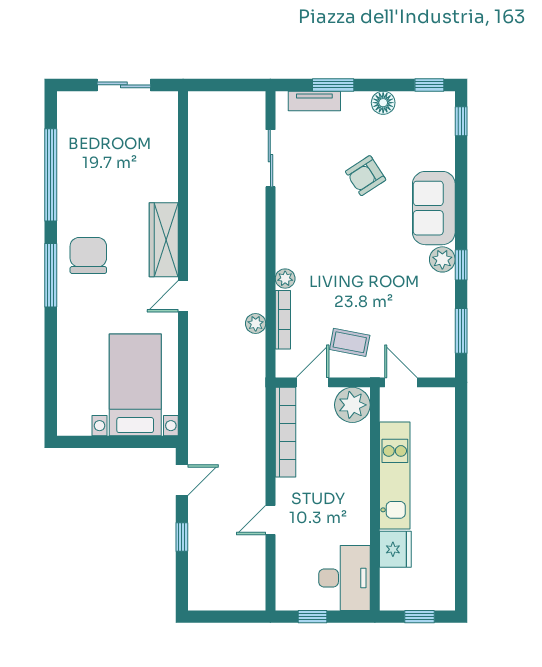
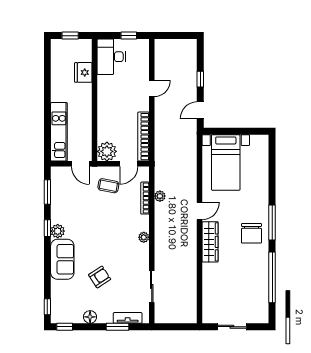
plant: (285, 279) -> (144, 237), moved
kitchen unit: (395, 476) -> (59, 132), moved, turned 180

